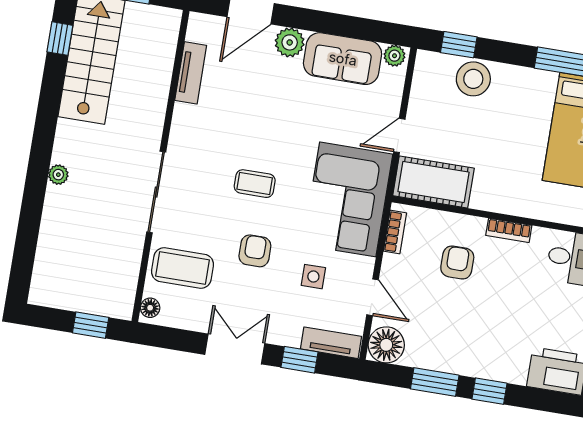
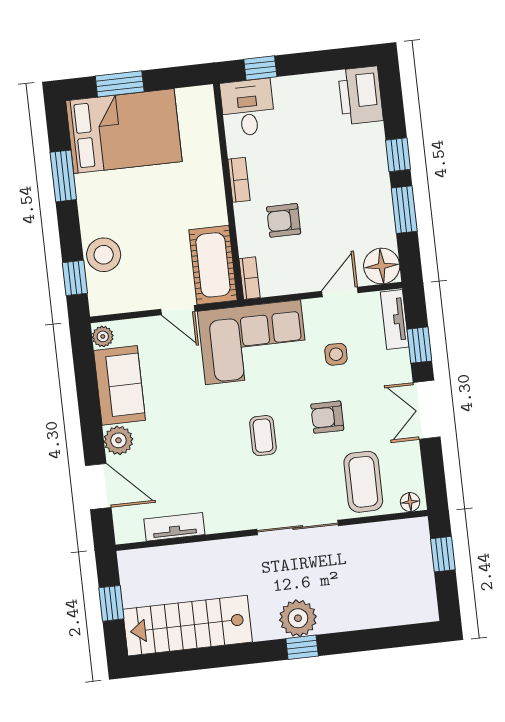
window: (60, 39) -> (302, 647), moved
plant: (58, 175) -> (298, 618), width x1.87, depth x1.87
bookcase: (395, 232) -> (249, 278), moved, turned 90

